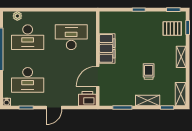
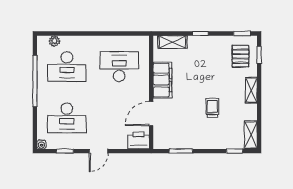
pallet: (172, 29) -> (241, 56), turned 90
shelving: (148, 100) -> (172, 42), moved

